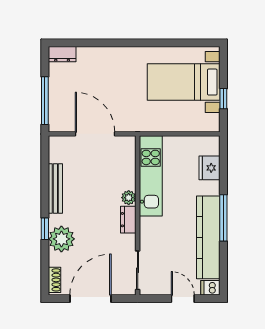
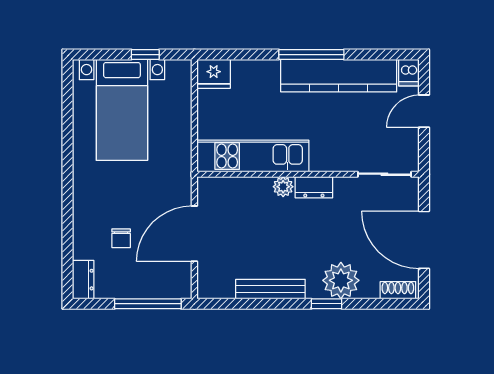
chair: (92, 81) -> (121, 238), added
fridge: (210, 168) -> (214, 74), moved

